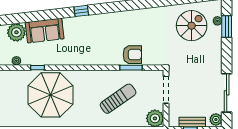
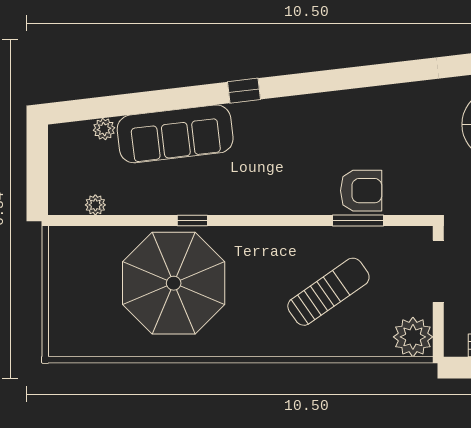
sofa: (45, 31) -> (175, 134), width x1.36
plant: (16, 32) -> (104, 129), width x0.53, depth x0.53
window: (37, 68) -> (192, 221), moved

